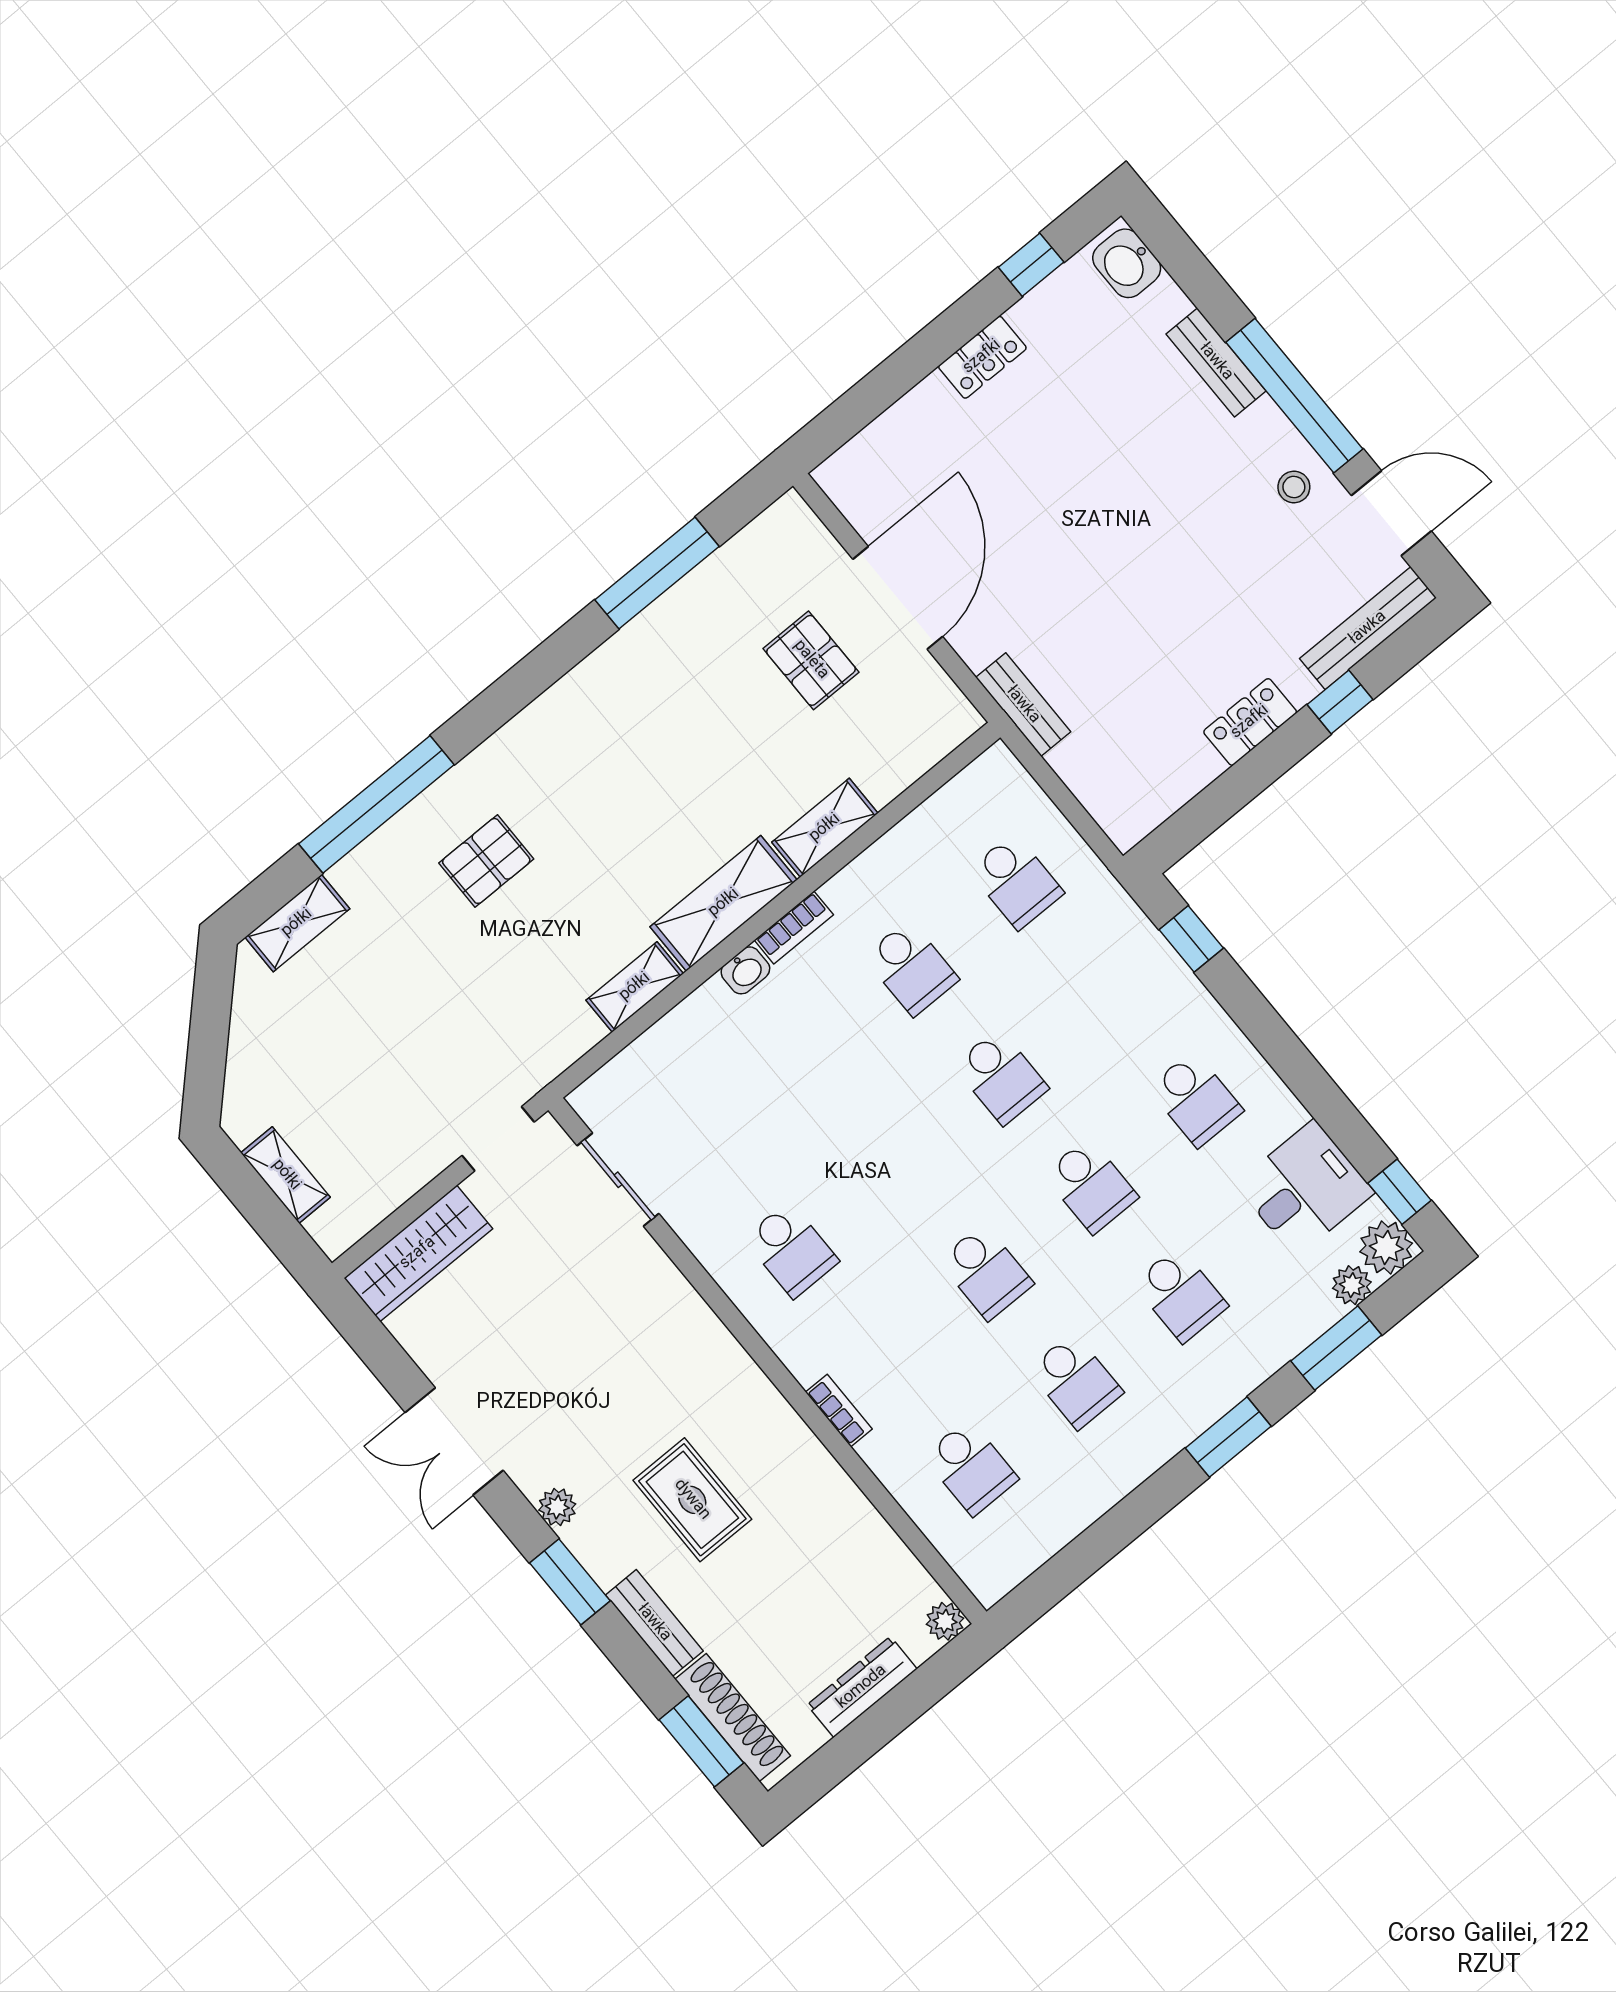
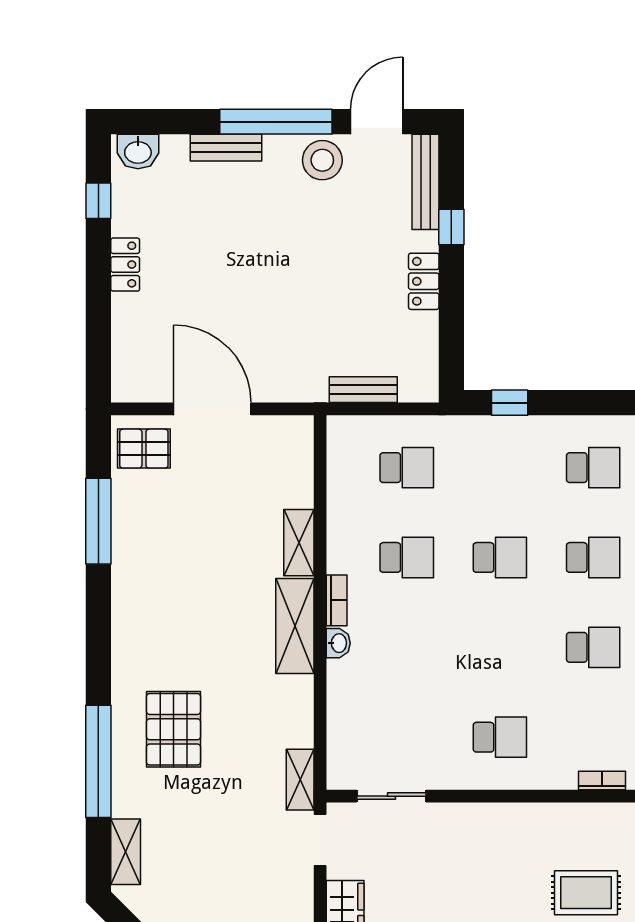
stool: (1294, 487) -> (322, 160), width x1.89, depth x1.89
pallet: (811, 660) -> (144, 449), moved
bench: (1023, 705) -> (363, 390), moved
pallet: (486, 861) -> (173, 729), width x1.50, depth x1.42
shelving: (635, 987) -> (300, 780), moved

